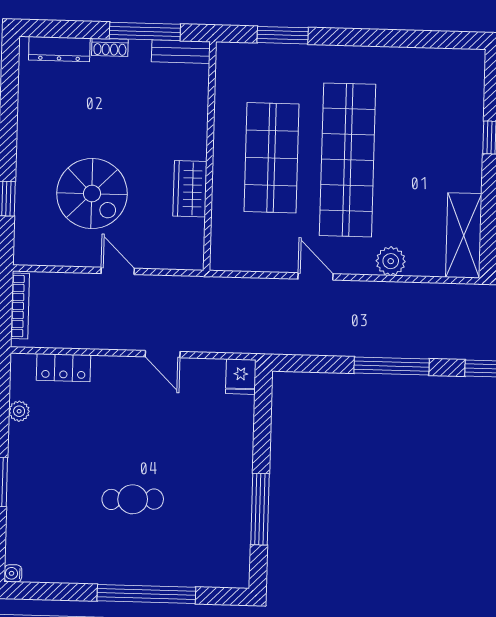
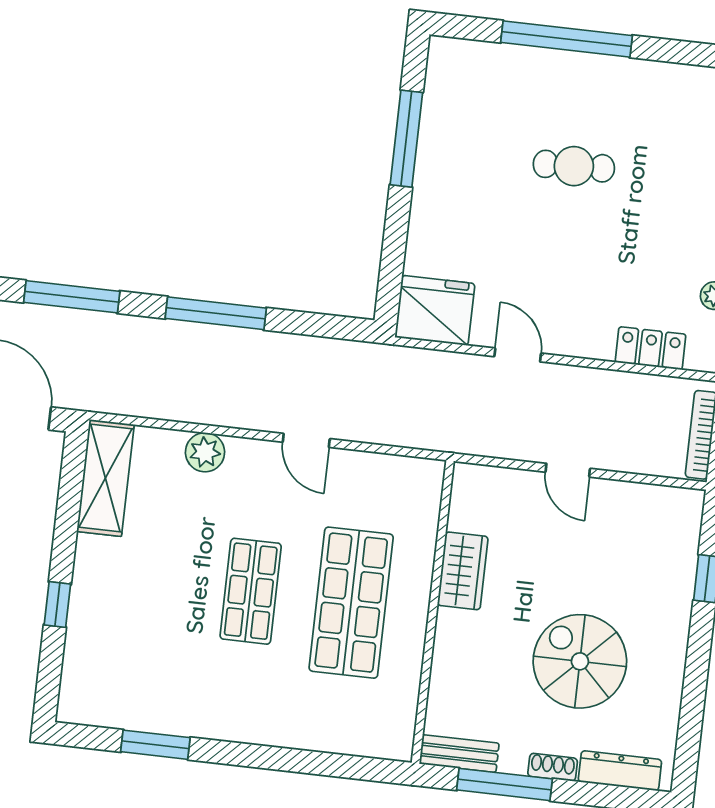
window: (283, 35) -> (155, 745), moved
shop shelf: (348, 160) -> (251, 591), width x0.50, depth x0.74
spiral stairs: (92, 194) -> (580, 661), moved
fridge: (241, 377) -> (435, 310), width x1.88, depth x1.34

